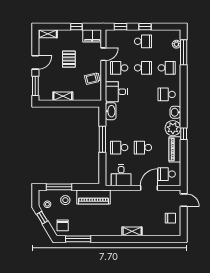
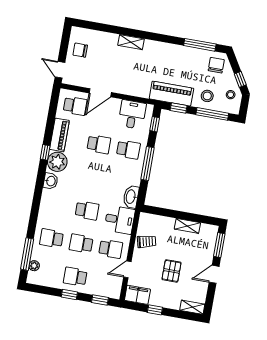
school desk: (167, 94) -> (87, 210), moved
window: (102, 171) -> (155, 124), added
window: (86, 187) -> (179, 108), added

